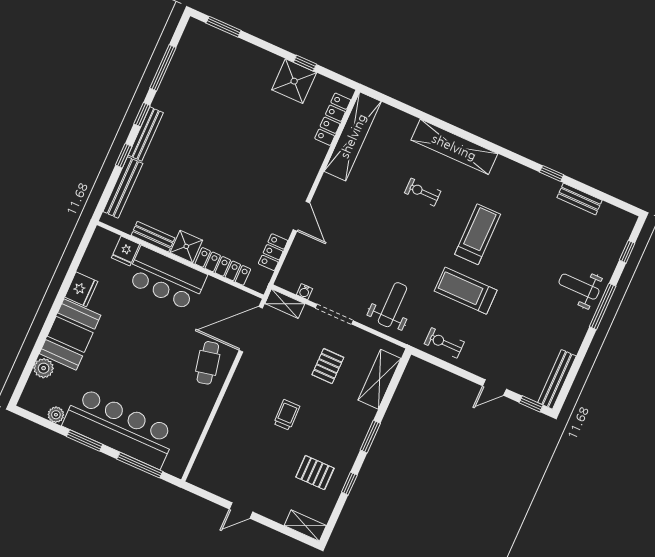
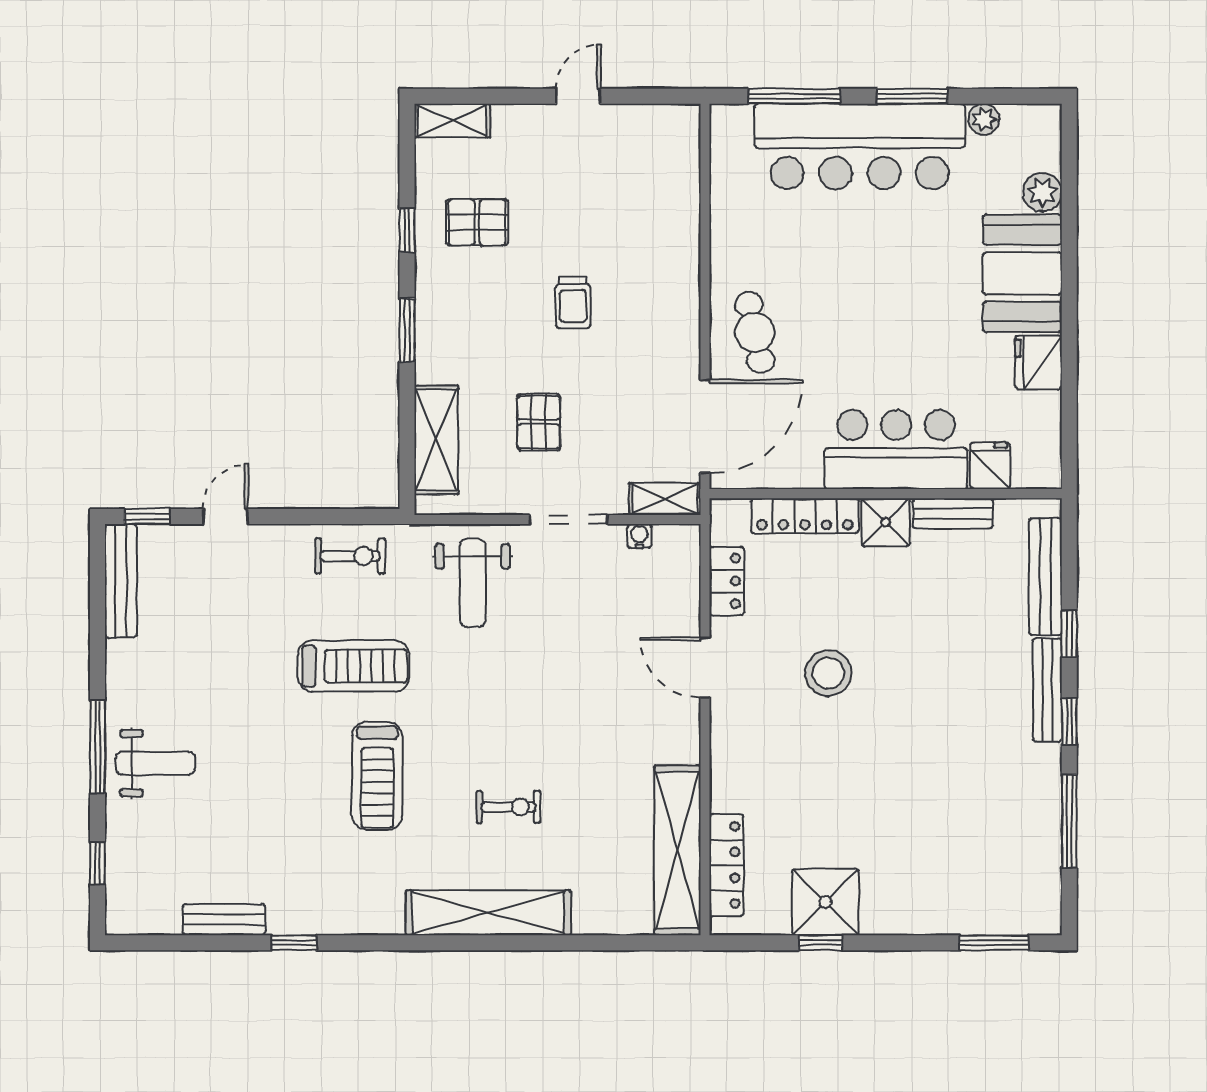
stool: (245, 188) -> (828, 673), added

